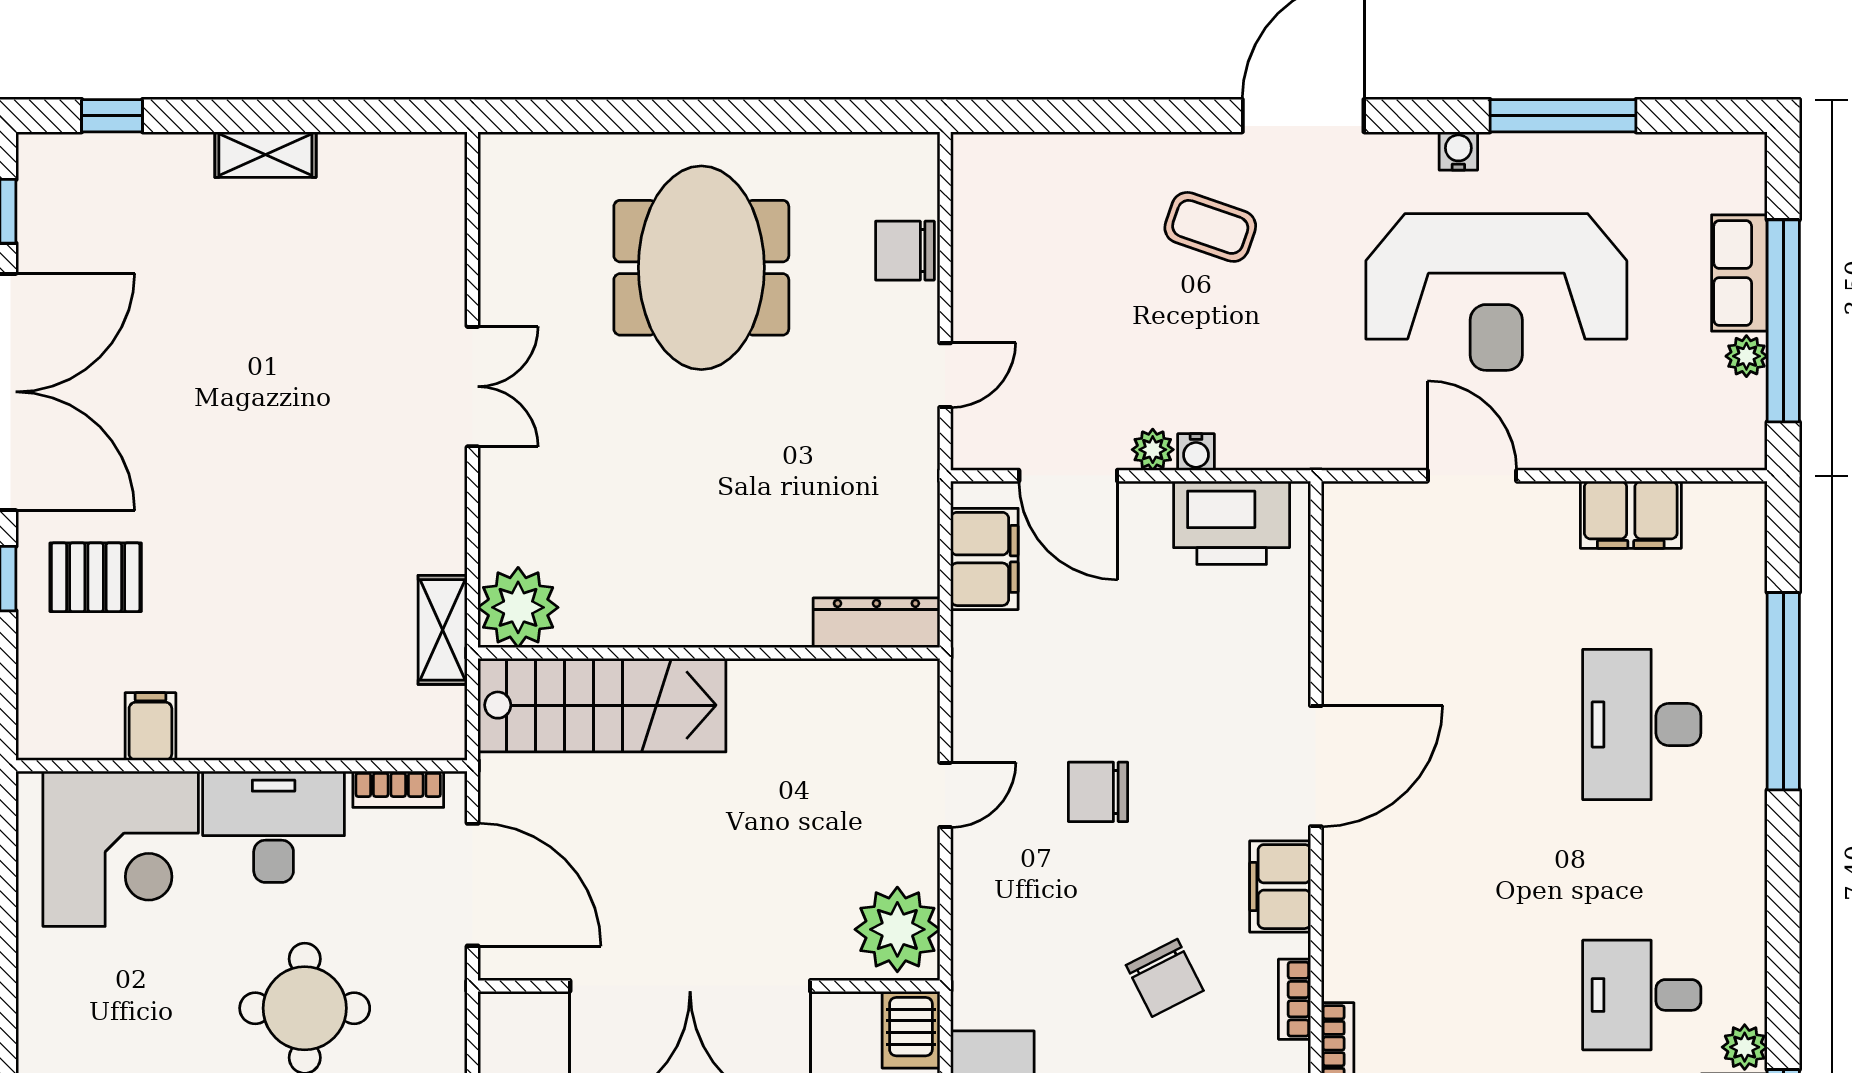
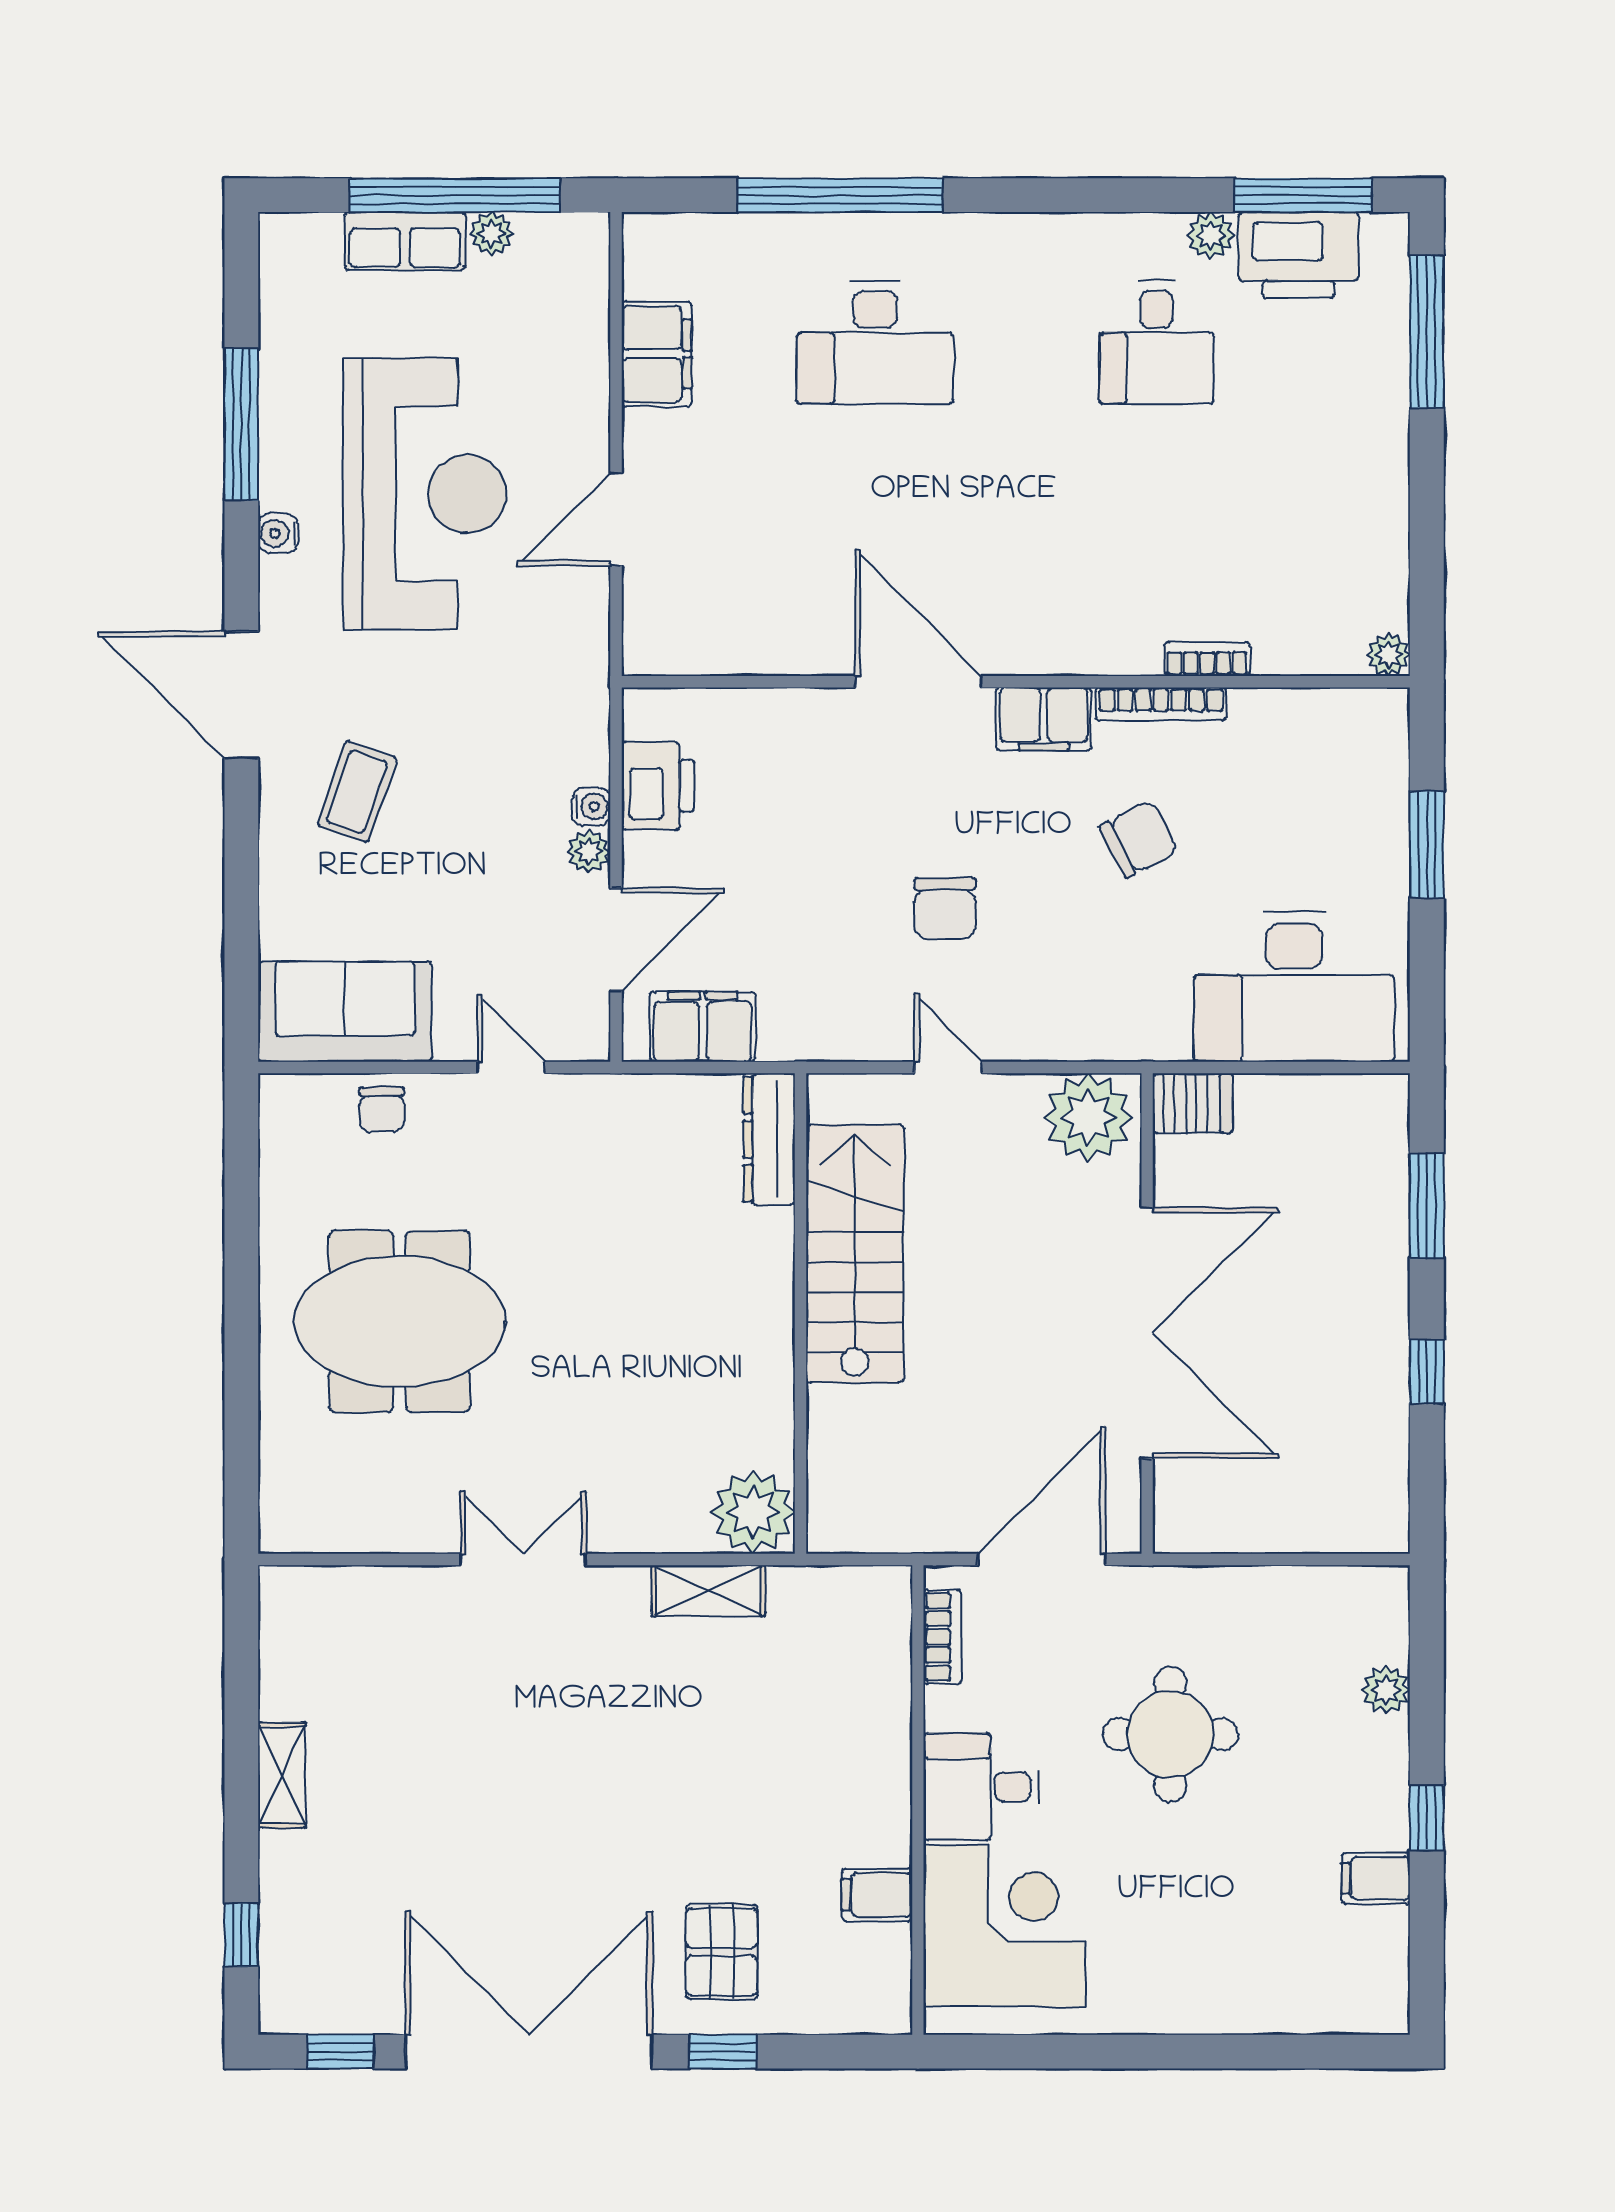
sofa: (999, 215) -> (345, 1012), added
chair: (905, 251) -> (382, 1109), width x0.73, depth x0.73
printer: (1232, 523) -> (658, 786), width x0.73, depth x0.84
shelving: (443, 630) -> (708, 1591), moved
stairs: (602, 705) -> (855, 1253), moved
desk: (274, 827) -> (981, 1787), width x0.73
bookcase: (1294, 999) -> (1161, 704), width x1.56

